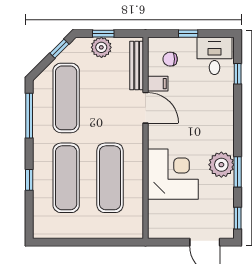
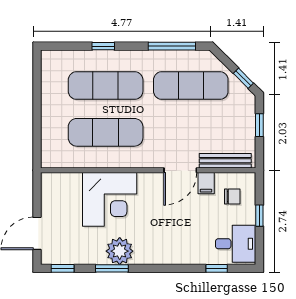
plant: (101, 47) -> (245, 123), removed
chair: (170, 59) -> (232, 196), turned 90

